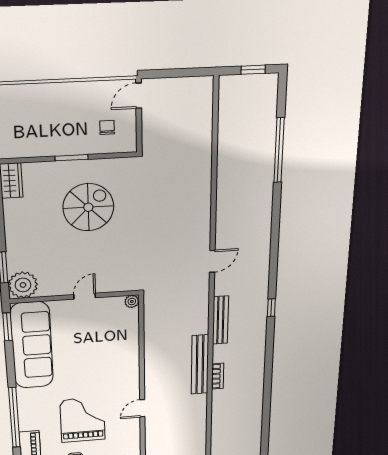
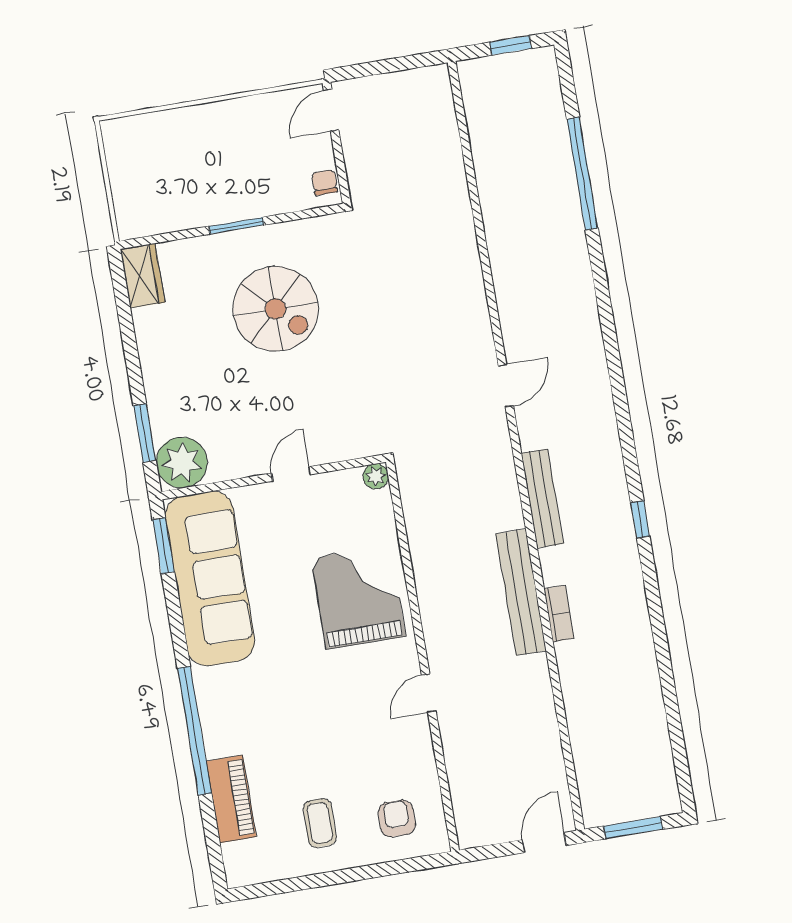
chair: (107, 127) -> (324, 182), moved
spiral stairs: (88, 207) -> (276, 309), turned 90
window: (271, 308) -> (640, 519), moved
grand piano: (83, 420) -> (358, 597), moved

